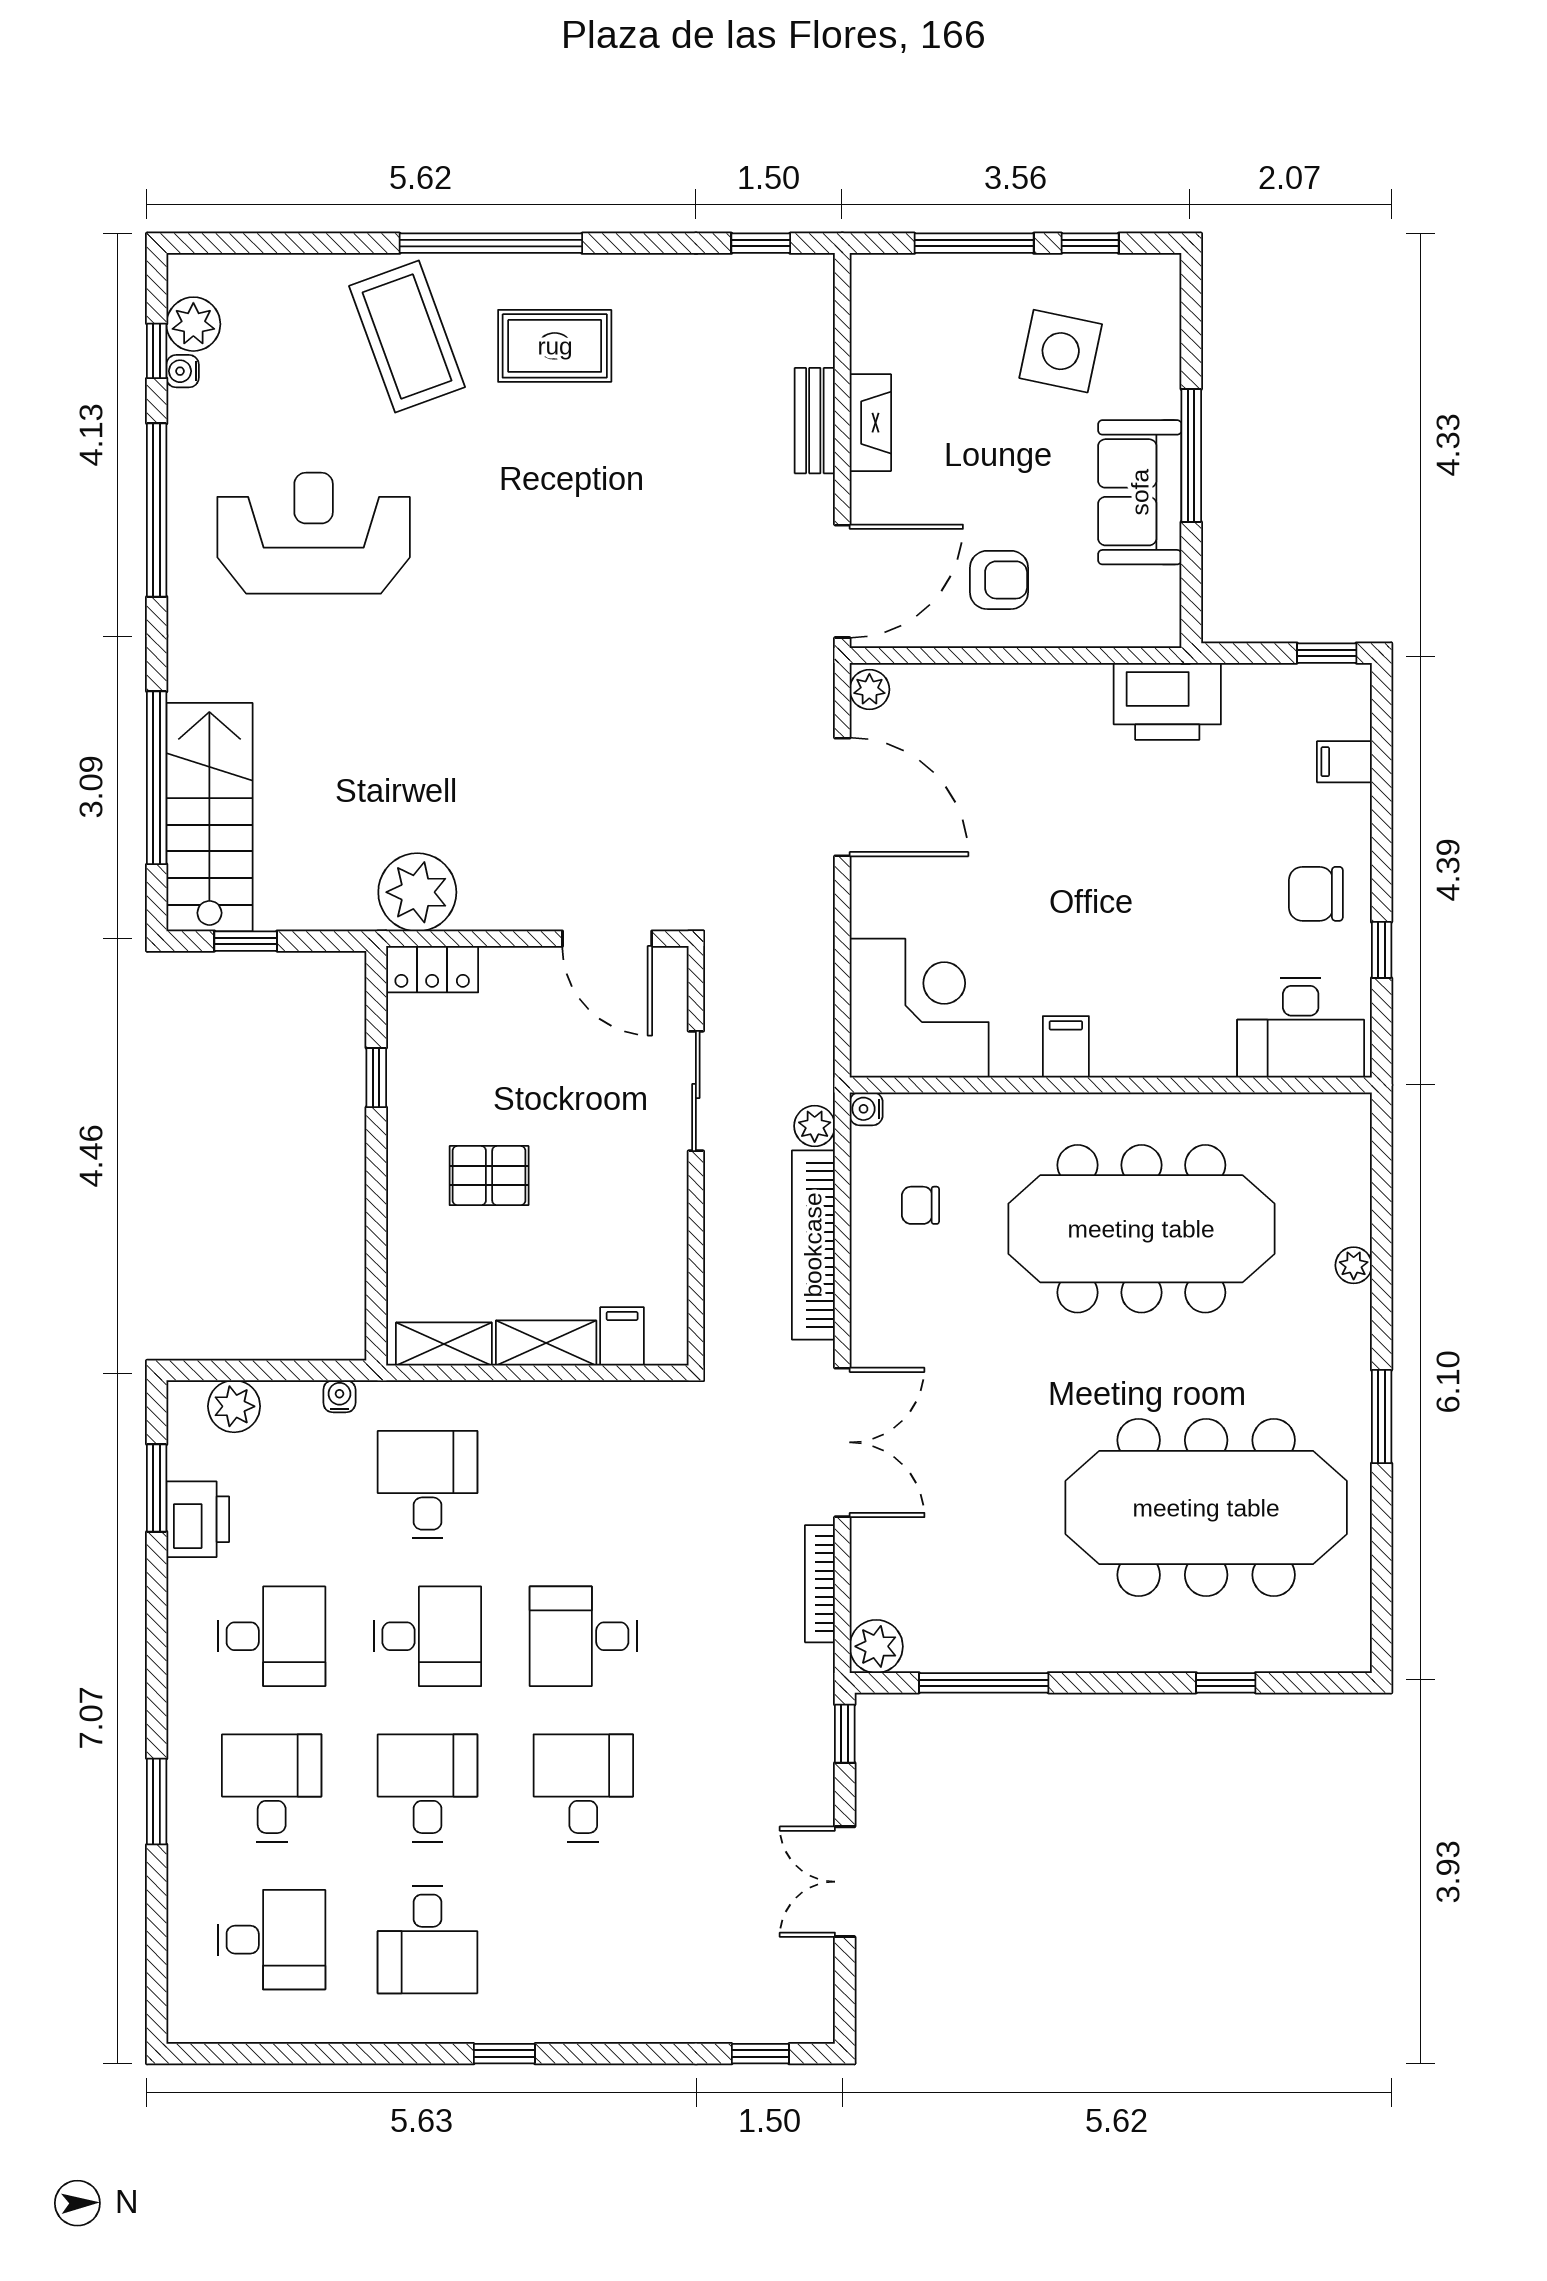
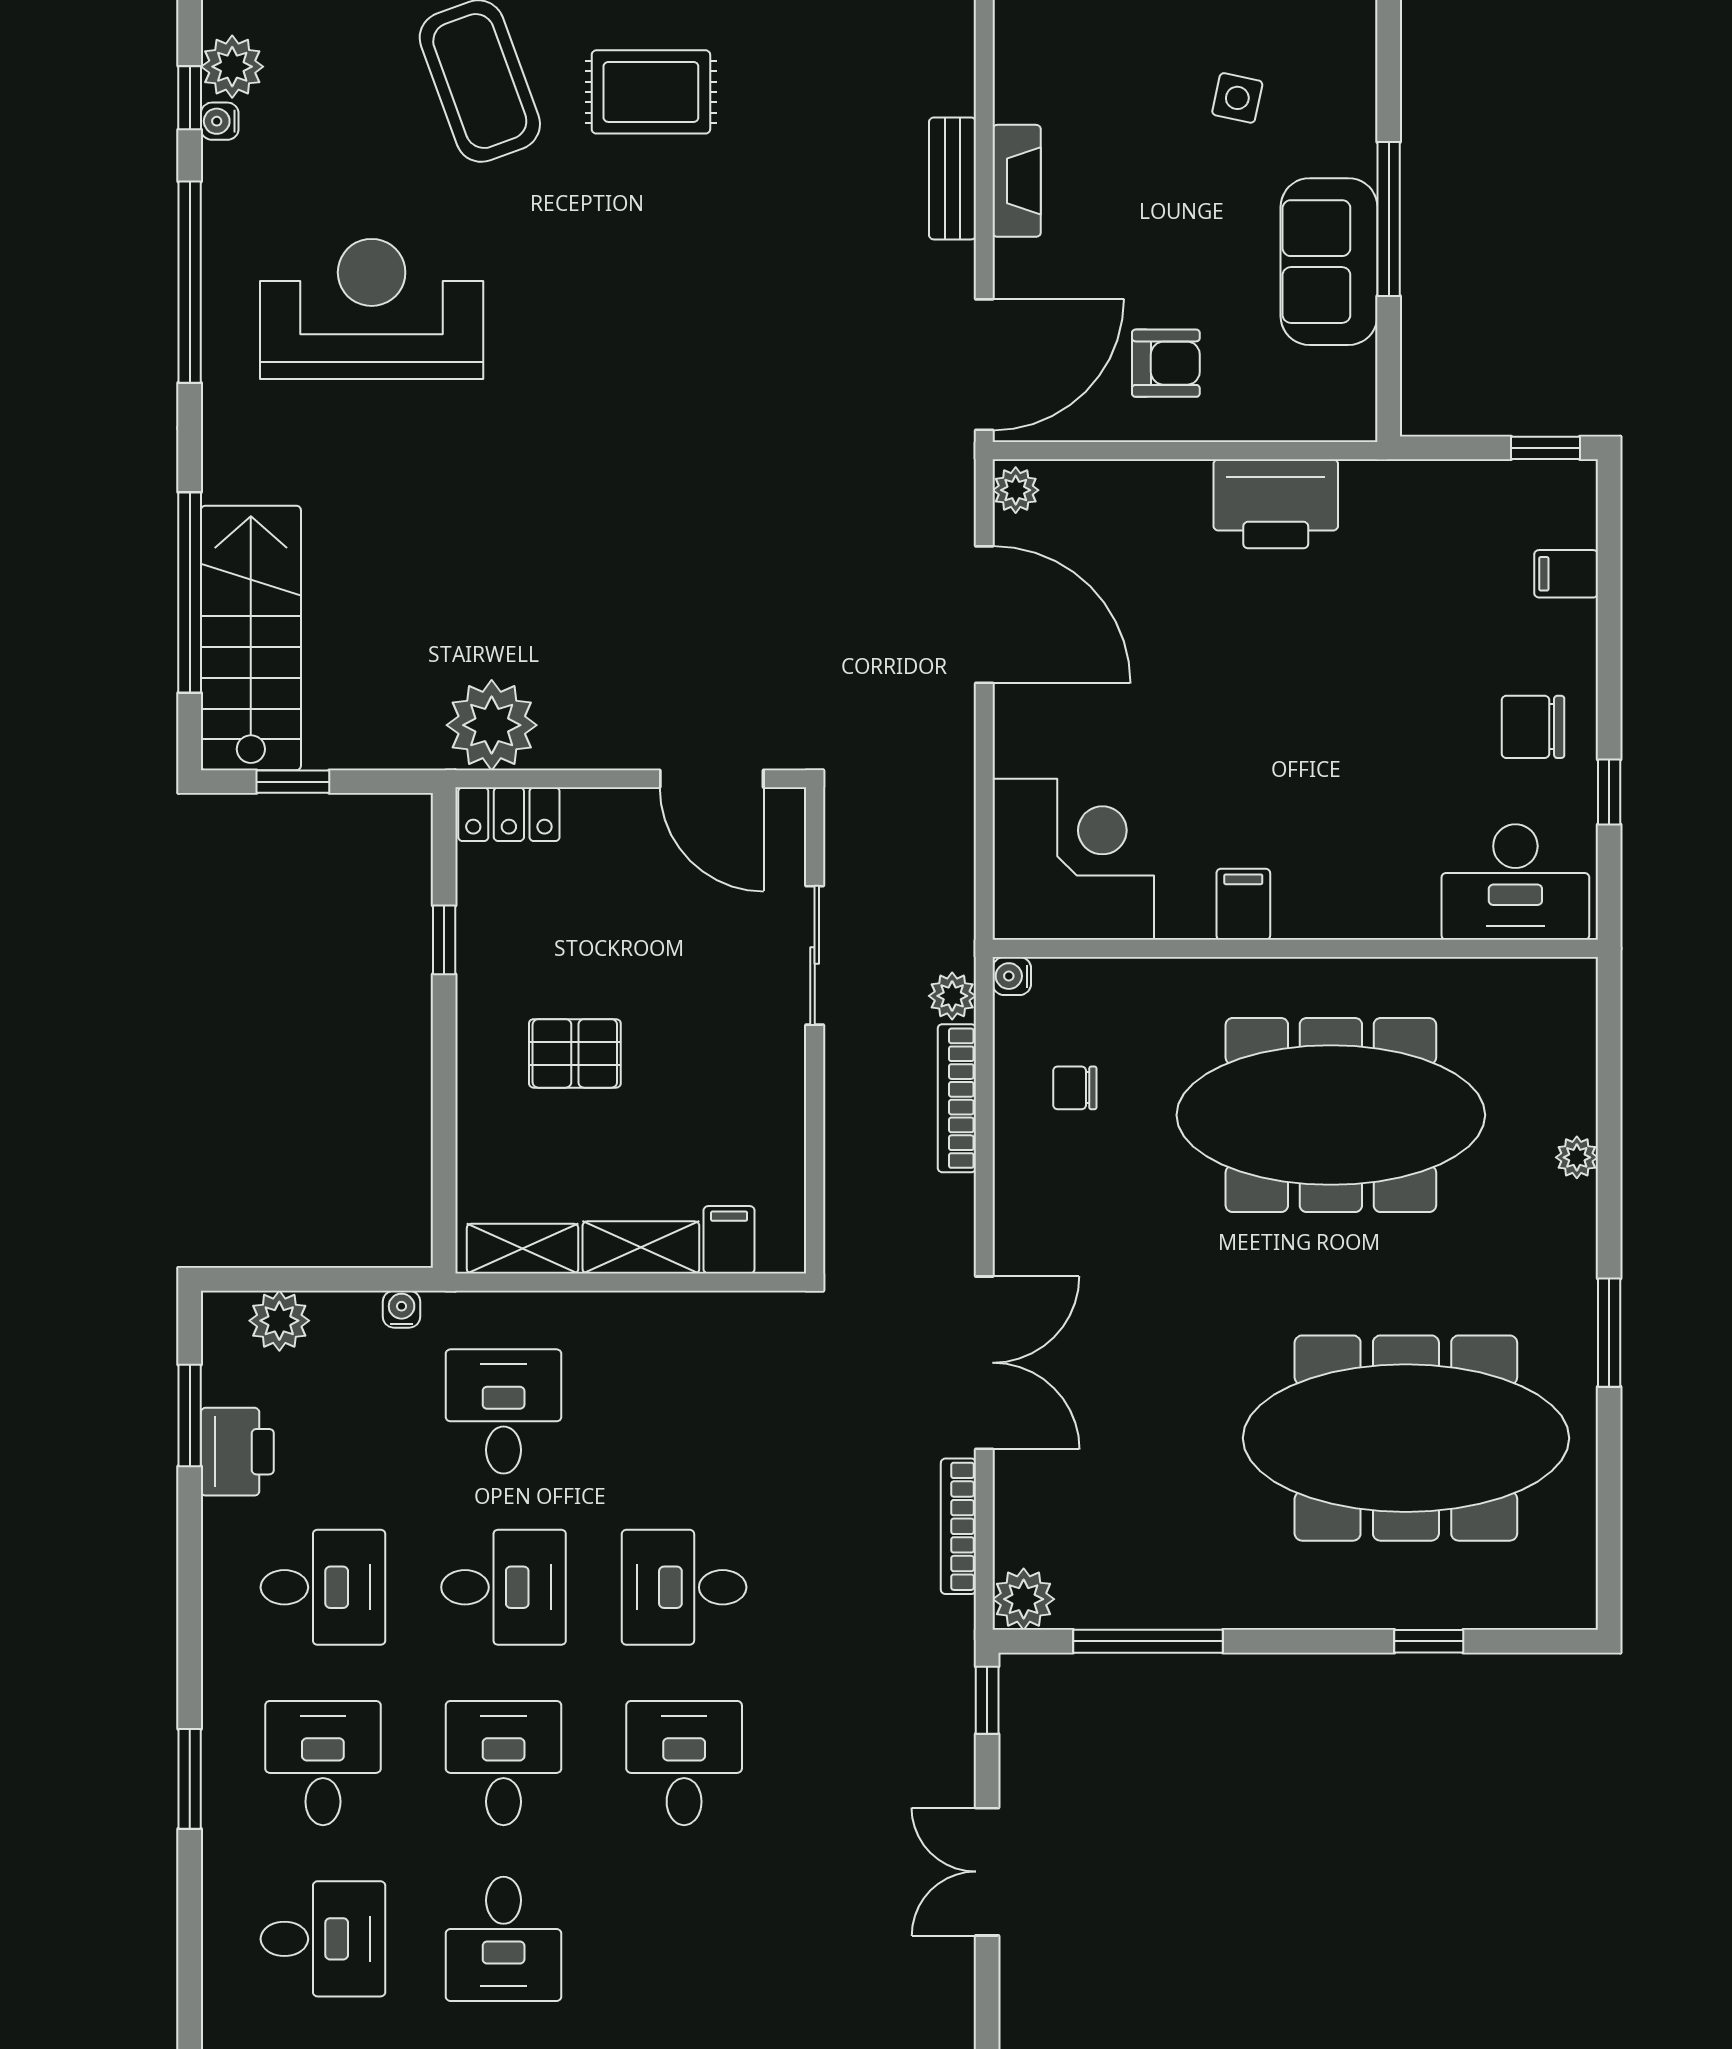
side table: (1061, 351) -> (1237, 98), width x0.54, depth x0.54
printer: (1167, 701) -> (1276, 504), moved
bookcase: (813, 1245) -> (957, 1098), width x0.68, depth x0.76

